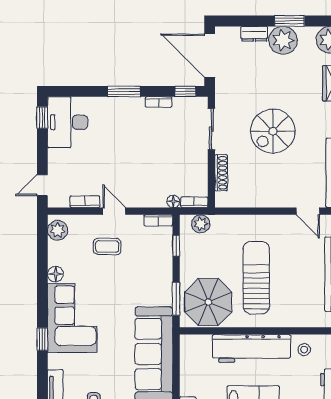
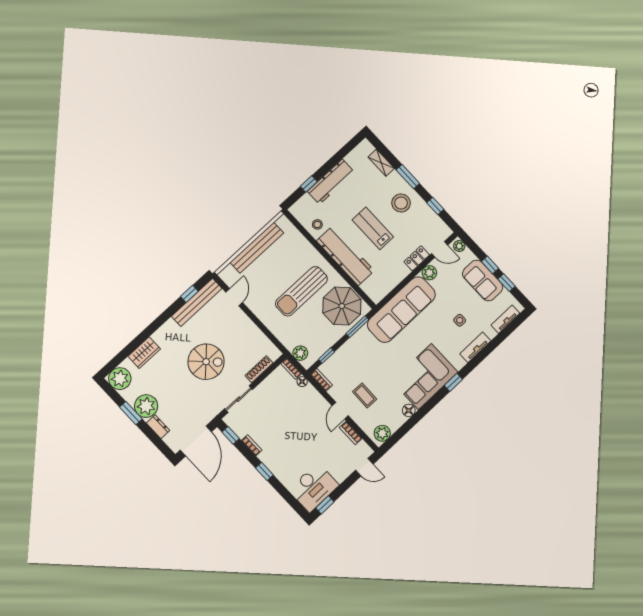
window: (124, 91) -> (264, 471), width x0.67

